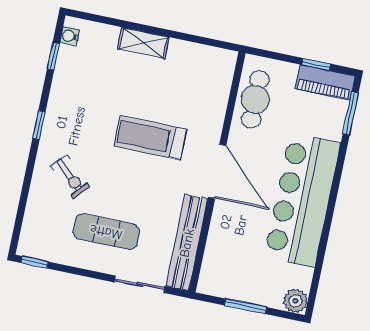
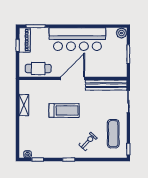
shelving: (143, 43) -> (24, 105), moved
treadmill: (150, 138) -> (64, 110), turned -90
exercise mat: (106, 232) -> (113, 134), moved

